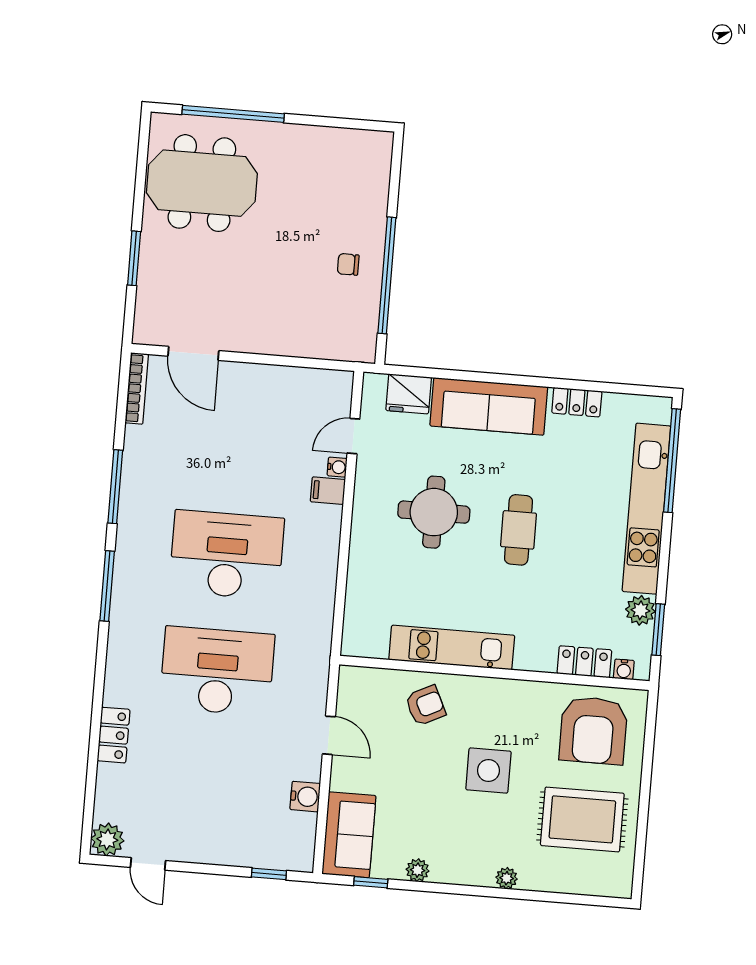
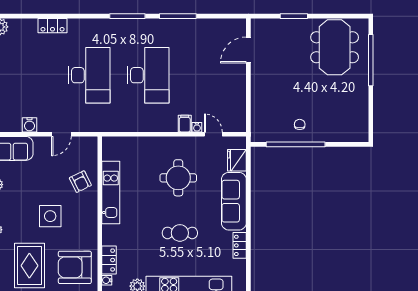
bookcase: (137, 388) -> (228, 23), removed
cafe table: (519, 530) -> (180, 233), moved

